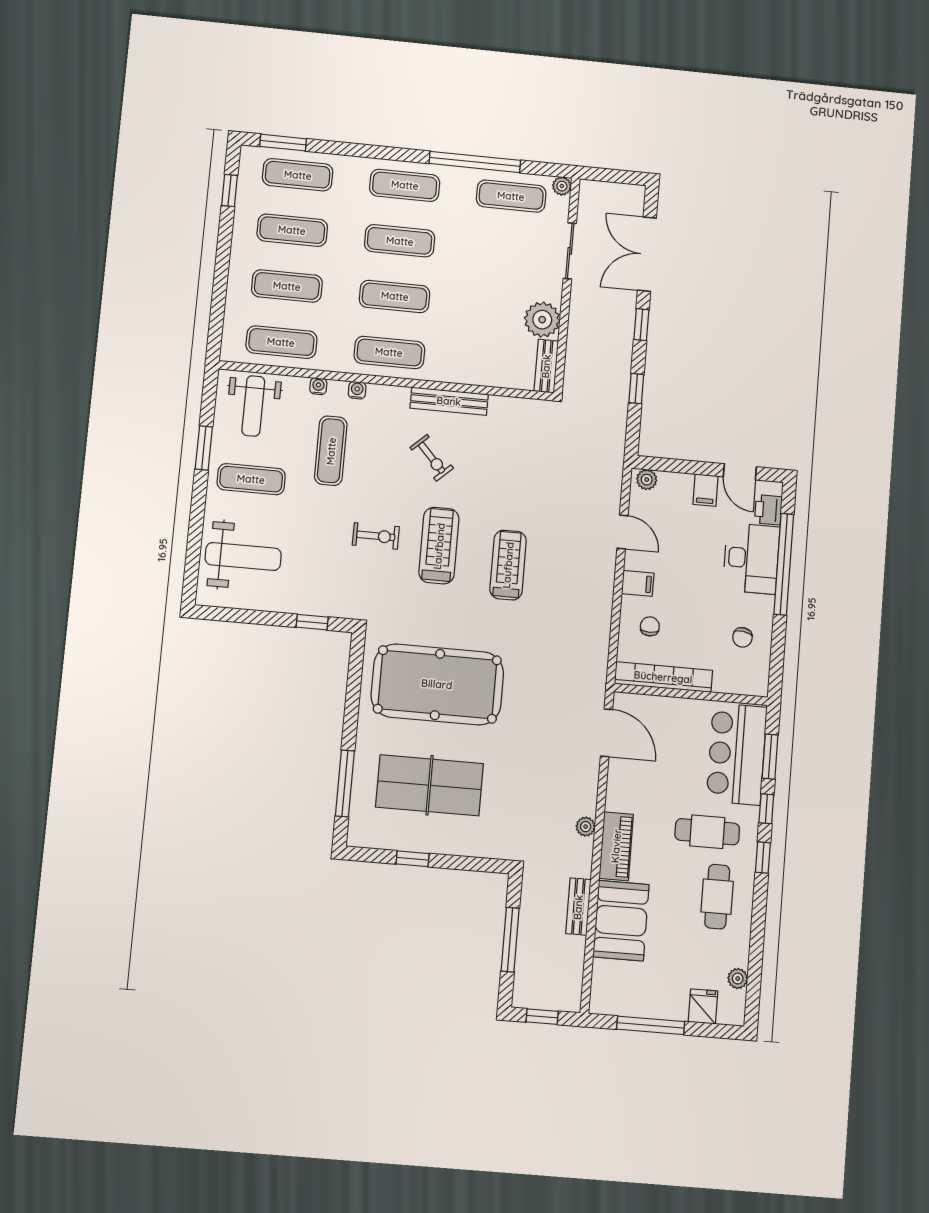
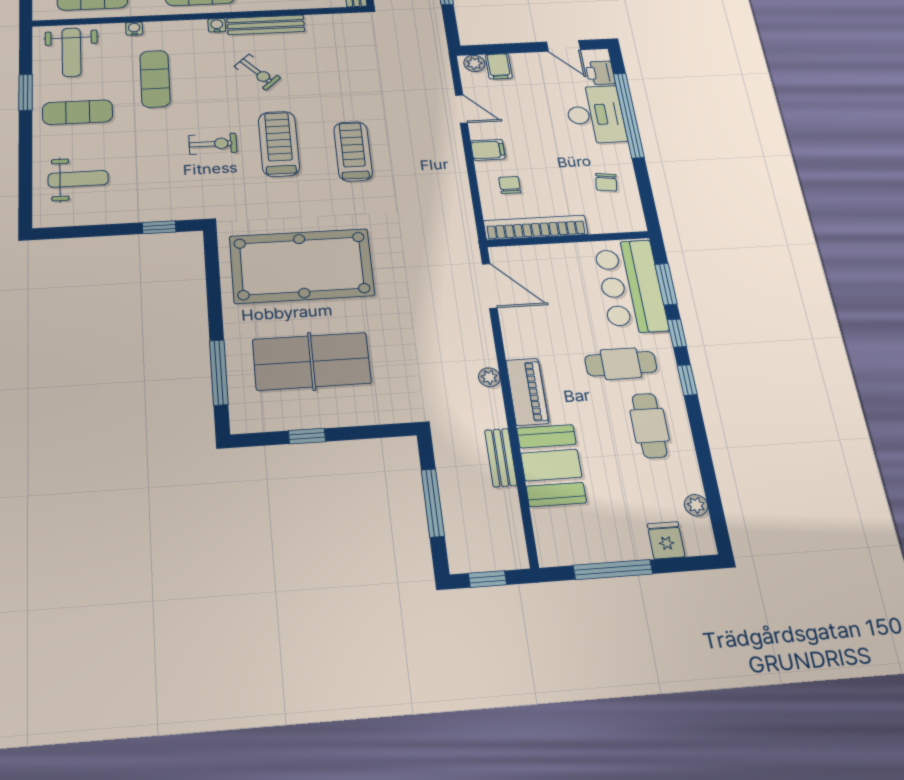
water cooler: (357, 390) -> (217, 25), moved
filing cabinet: (706, 490) -> (499, 66), moved
weight bench: (243, 557) -> (78, 179), width x0.73, depth x0.75

